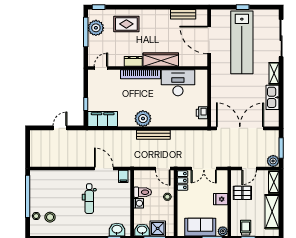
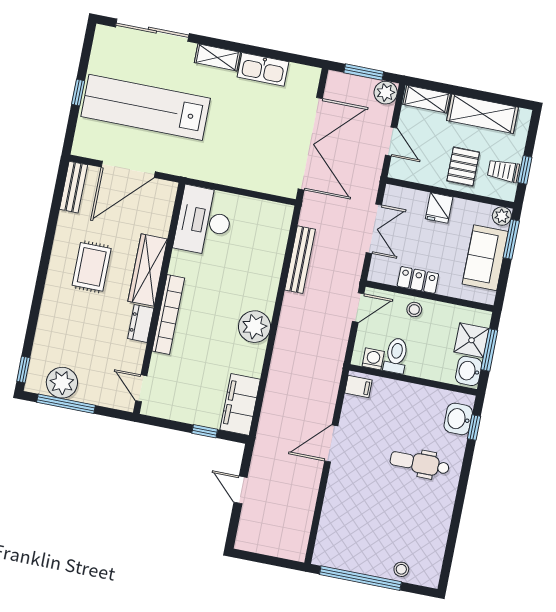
bench: (183, 14) -> (73, 187), moved
rug: (126, 24) -> (92, 267), moved
lab bench: (242, 42) -> (146, 107), turned 180
desk: (178, 83) -> (204, 221), moved
printer: (202, 113) -> (266, 211), removed
double door: (240, 128) -> (310, 144), swing flipped
bench: (153, 135) -> (300, 260), moved
door: (104, 169) -> (331, 443), moved
locker: (183, 181) -> (418, 280), moved
pallet: (242, 193) -> (463, 167), moved
dental chair: (89, 199) -> (420, 463), moved, turned 180
washing machine: (139, 203) -> (373, 359), moved
stool: (50, 217) -> (409, 543), removed

